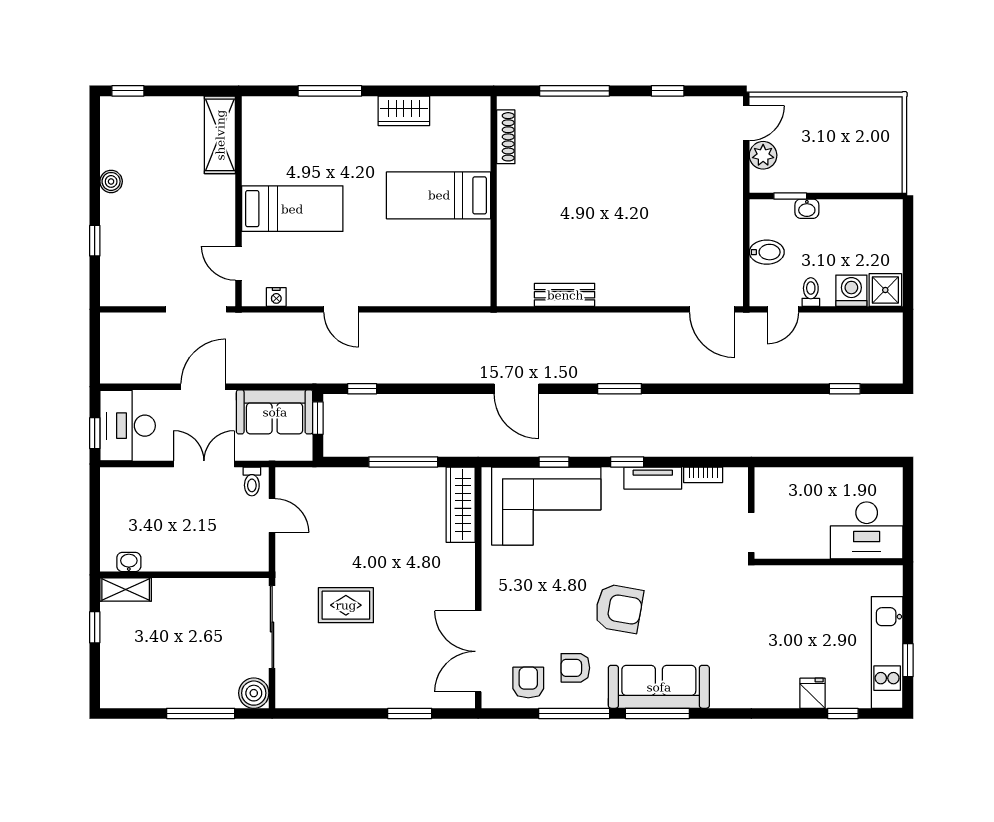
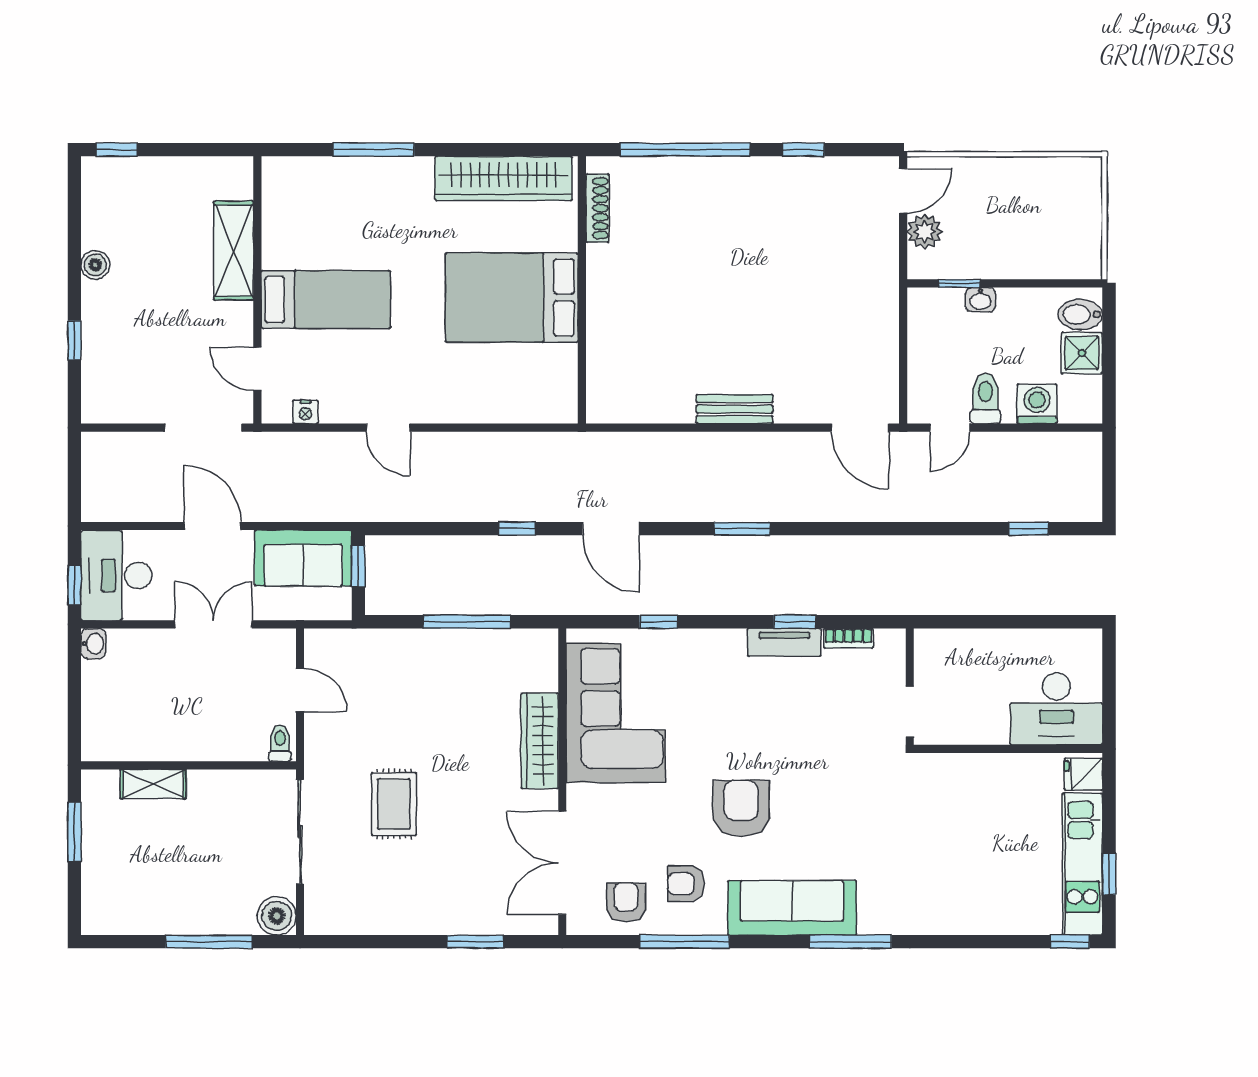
window: (575, 91) -> (685, 150), width x1.46
wardrobe: (404, 111) -> (504, 178), width x2.10, depth x1.17
shelving: (220, 135) -> (234, 251), moved
bed: (439, 195) -> (512, 298), width x1.50
bidet: (767, 252) -> (1080, 314), moved, turned 180
shower: (885, 290) -> (1082, 353), moved
toilet: (811, 292) -> (985, 399), width x1.37, depth x1.39
bench: (565, 295) -> (735, 409), moved
door: (203, 387) -> (213, 526), hinge flipped
window: (362, 389) -> (517, 529), moved
window: (627, 462) -> (795, 622), moved
toilet: (252, 481) -> (280, 743), moved, turned 180
wardrobe: (461, 505) -> (540, 741), moved
corner sofa: (546, 506) -> (616, 713), moved, turned -90
washbasin: (129, 562) -> (93, 644), moved, turned 90
shelving: (126, 589) -> (153, 784), moved
rug: (346, 605) -> (394, 804), turned 90
armchair: (619, 608) -> (741, 808), turned -100
window: (95, 627) -> (74, 832), width x1.50
fridge: (813, 693) -> (1083, 774), moved, turned -90
window: (657, 713) -> (850, 942), moved
window: (843, 713) -> (1070, 942), moved

